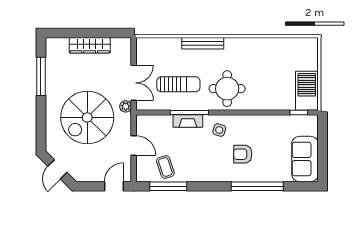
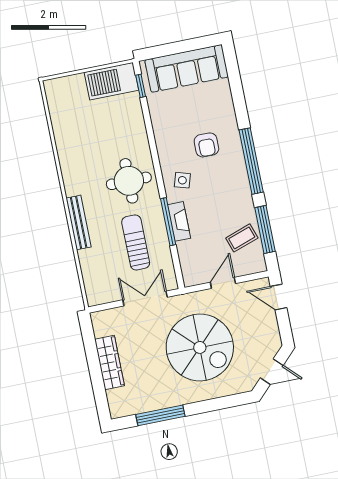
plant: (126, 106) -> (176, 303), removed
sofa: (305, 159) -> (187, 68), width x1.36
window: (257, 186) -> (251, 161), moved

